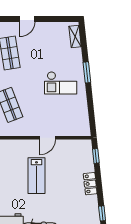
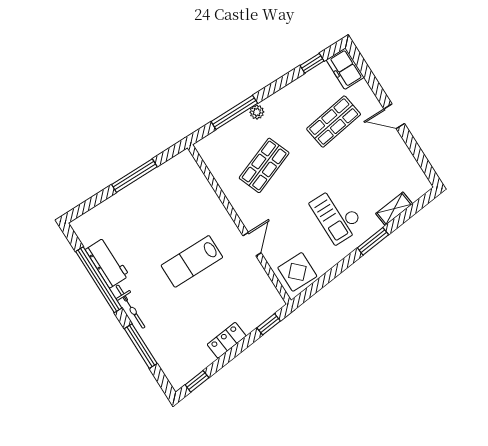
shelving: (75, 37) -> (394, 209), moved
display table: (78, 123) -> (297, 272), added
door: (48, 138) -> (252, 244), swing flipped

